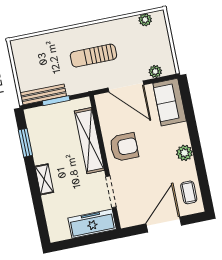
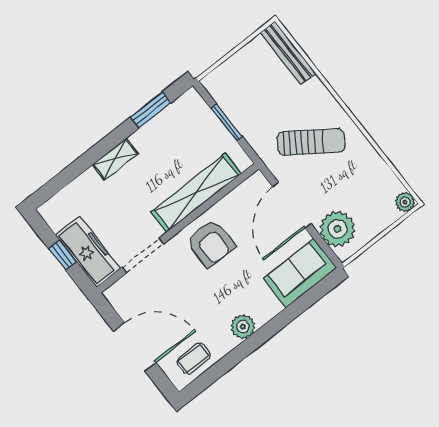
plant: (145, 20) -> (405, 202), moved
sun lounger: (93, 56) -> (311, 142), turned 125
plant: (155, 71) -> (338, 229), width x1.88, depth x1.88
bench: (43, 94) -> (288, 53), moved
window: (86, 240) -> (62, 255), added

